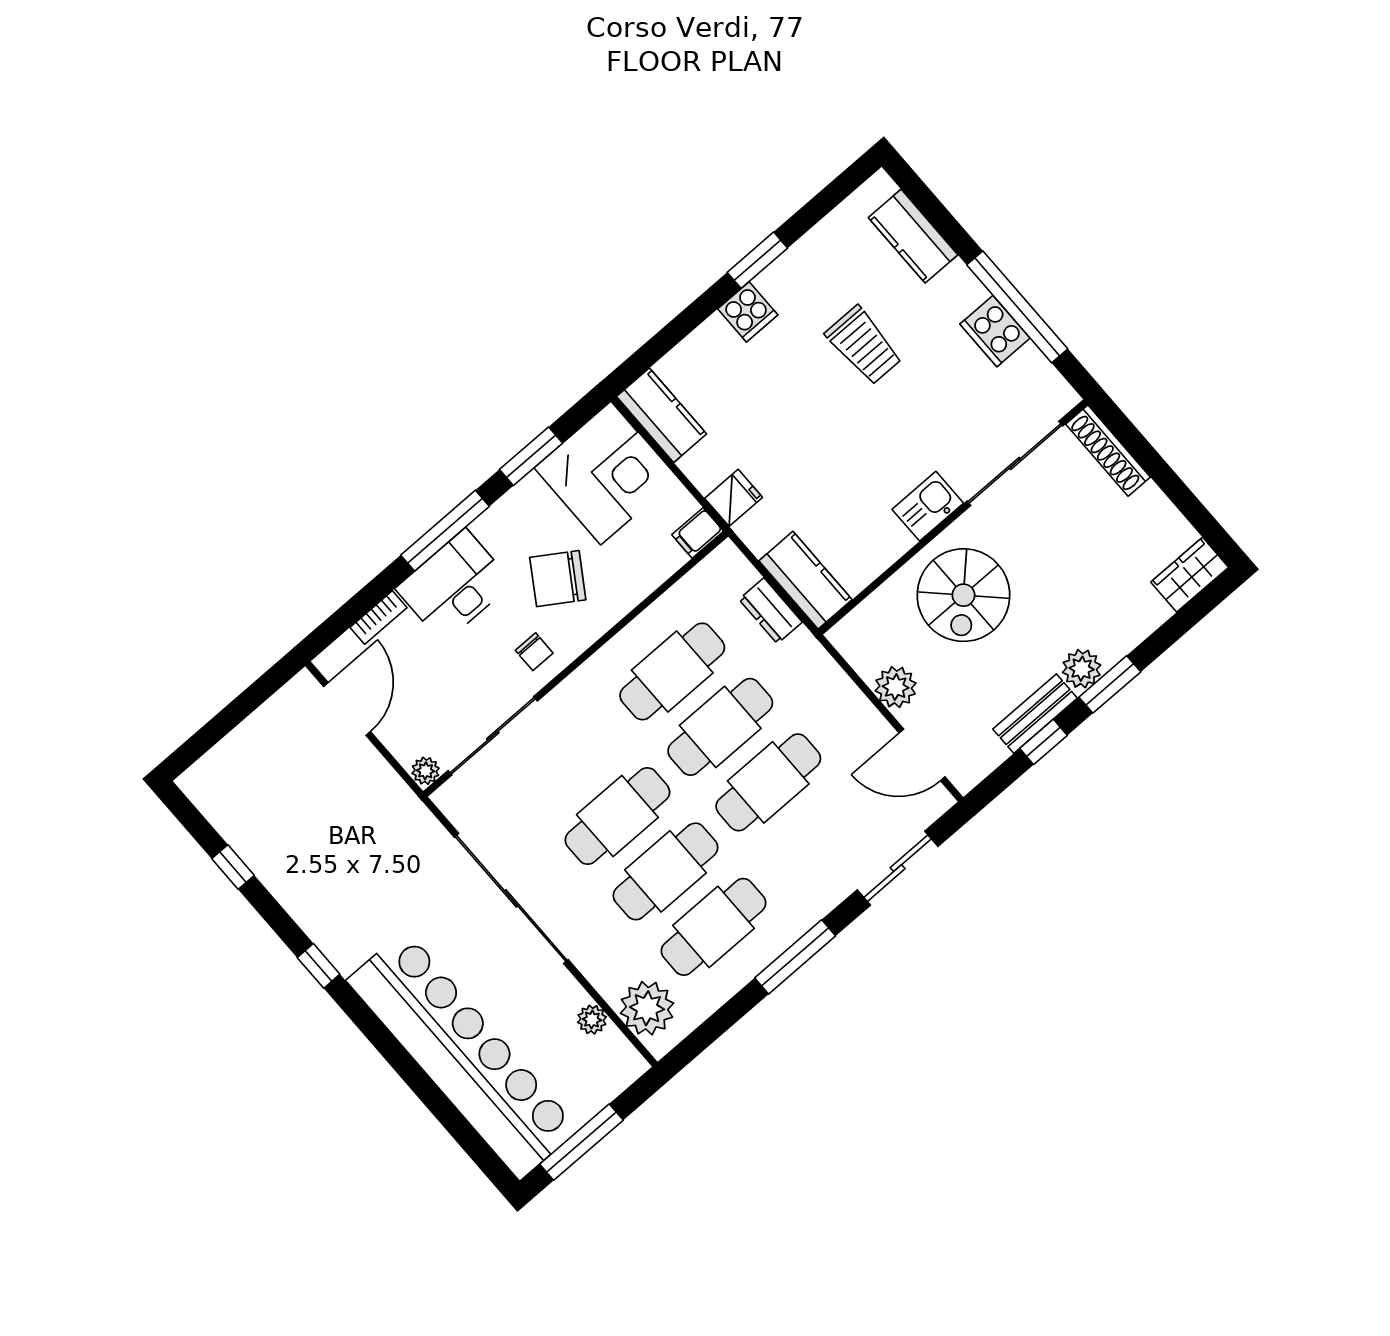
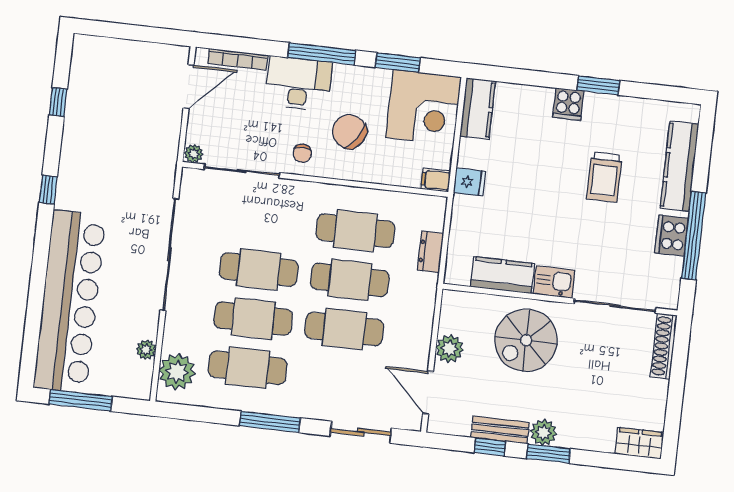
kitchen counter: (913, 236) -> (679, 166), width x1.50
kitchen counter: (805, 580) -> (502, 275), moved, turned -90
bookcase: (378, 617) -> (238, 59), width x1.56

